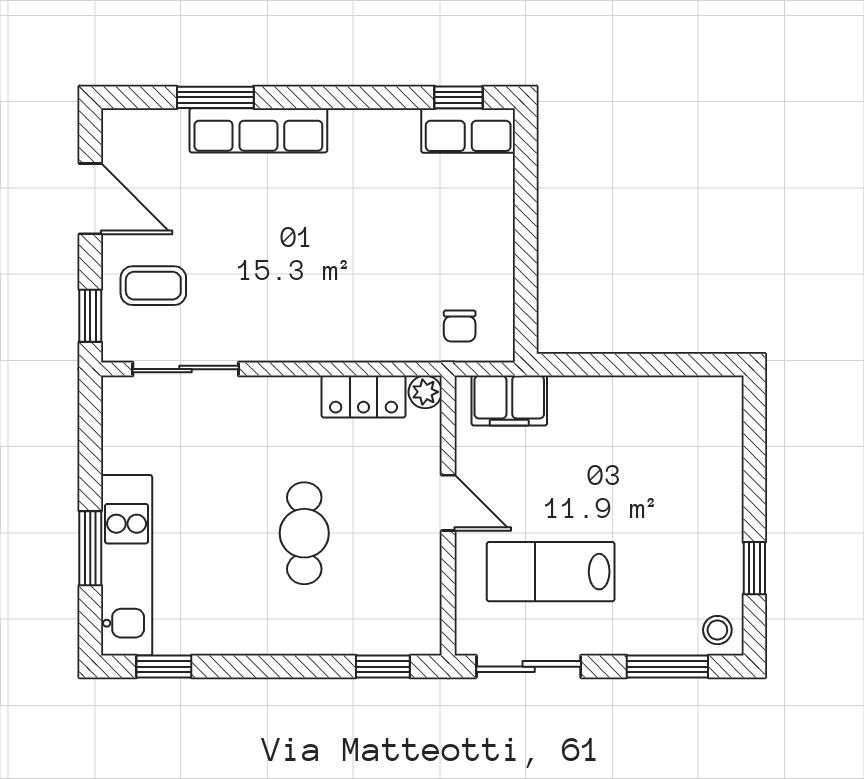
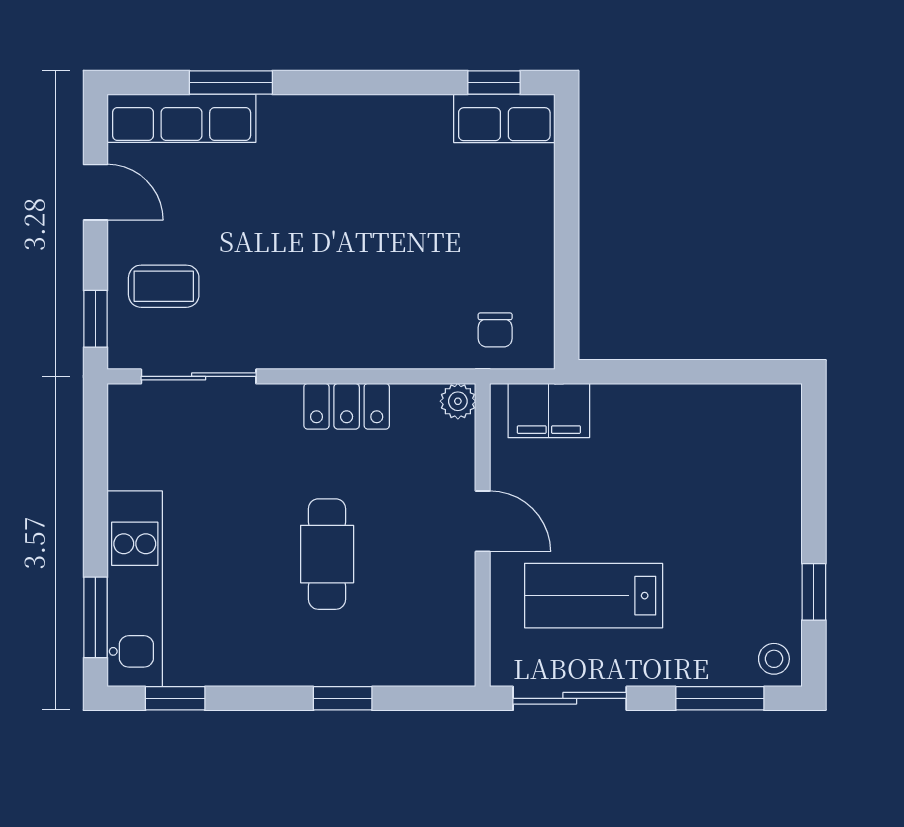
row of seats: (258, 130) -> (182, 118), moved
door: (90, 199) -> (95, 192), width x0.73
locker: (364, 397) -> (347, 406), moved
window: (90, 548) -> (95, 617), moved
window: (383, 667) -> (343, 698), moved

